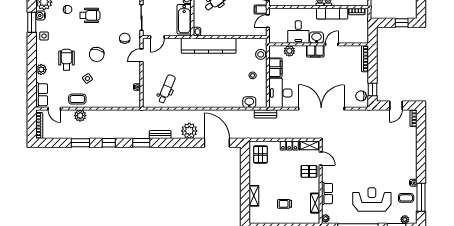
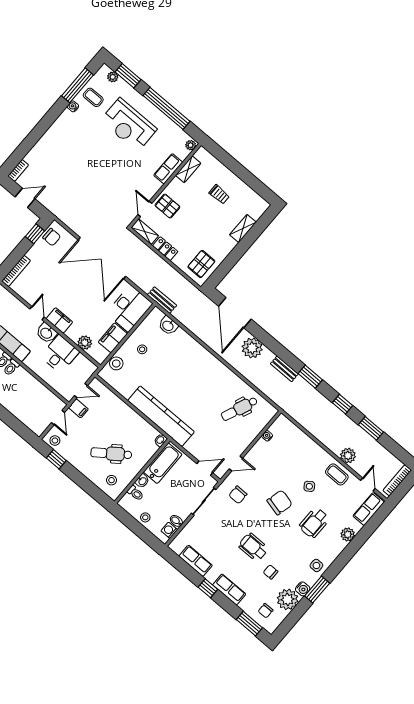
door: (332, 44) -> (37, 313), swing flipped

